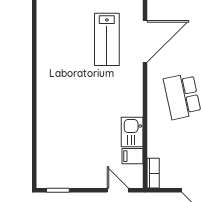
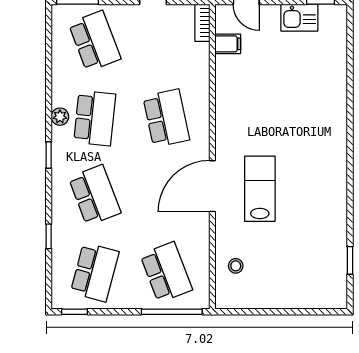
kitchen sink: (132, 132) -> (299, 18), moved, turned 90

